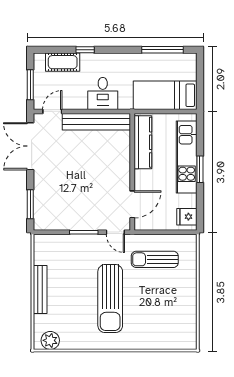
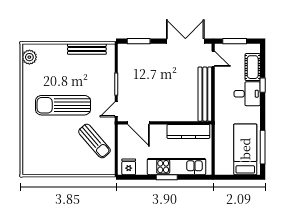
desk: (103, 93) -> (247, 94), moved, turned 180
bed: (165, 95) -> (245, 149), moved
sun lounger: (155, 259) -> (94, 141), turned 139
bench: (40, 290) -> (87, 49), moved

